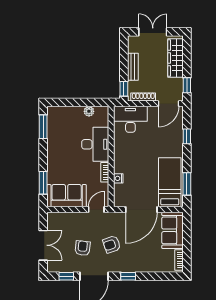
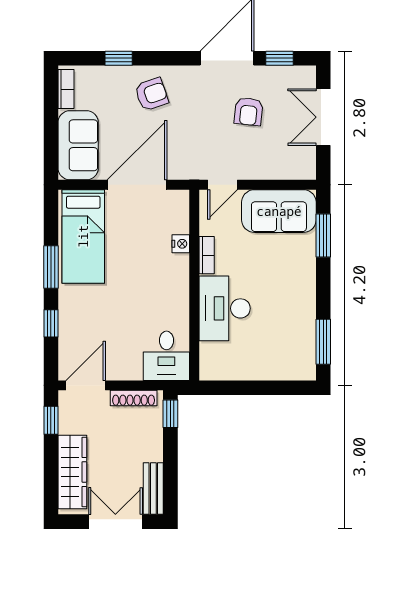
double door: (153, 32) -> (115, 522), swing flipped
bench: (133, 67) -> (153, 488), moved
plant: (89, 111) -> (236, 371), removed
desk: (130, 119) -> (166, 356), width x0.73
window: (187, 184) -> (51, 267), moved
armchair: (112, 244) -> (152, 94), moved
window: (128, 276) -> (119, 58), moved

